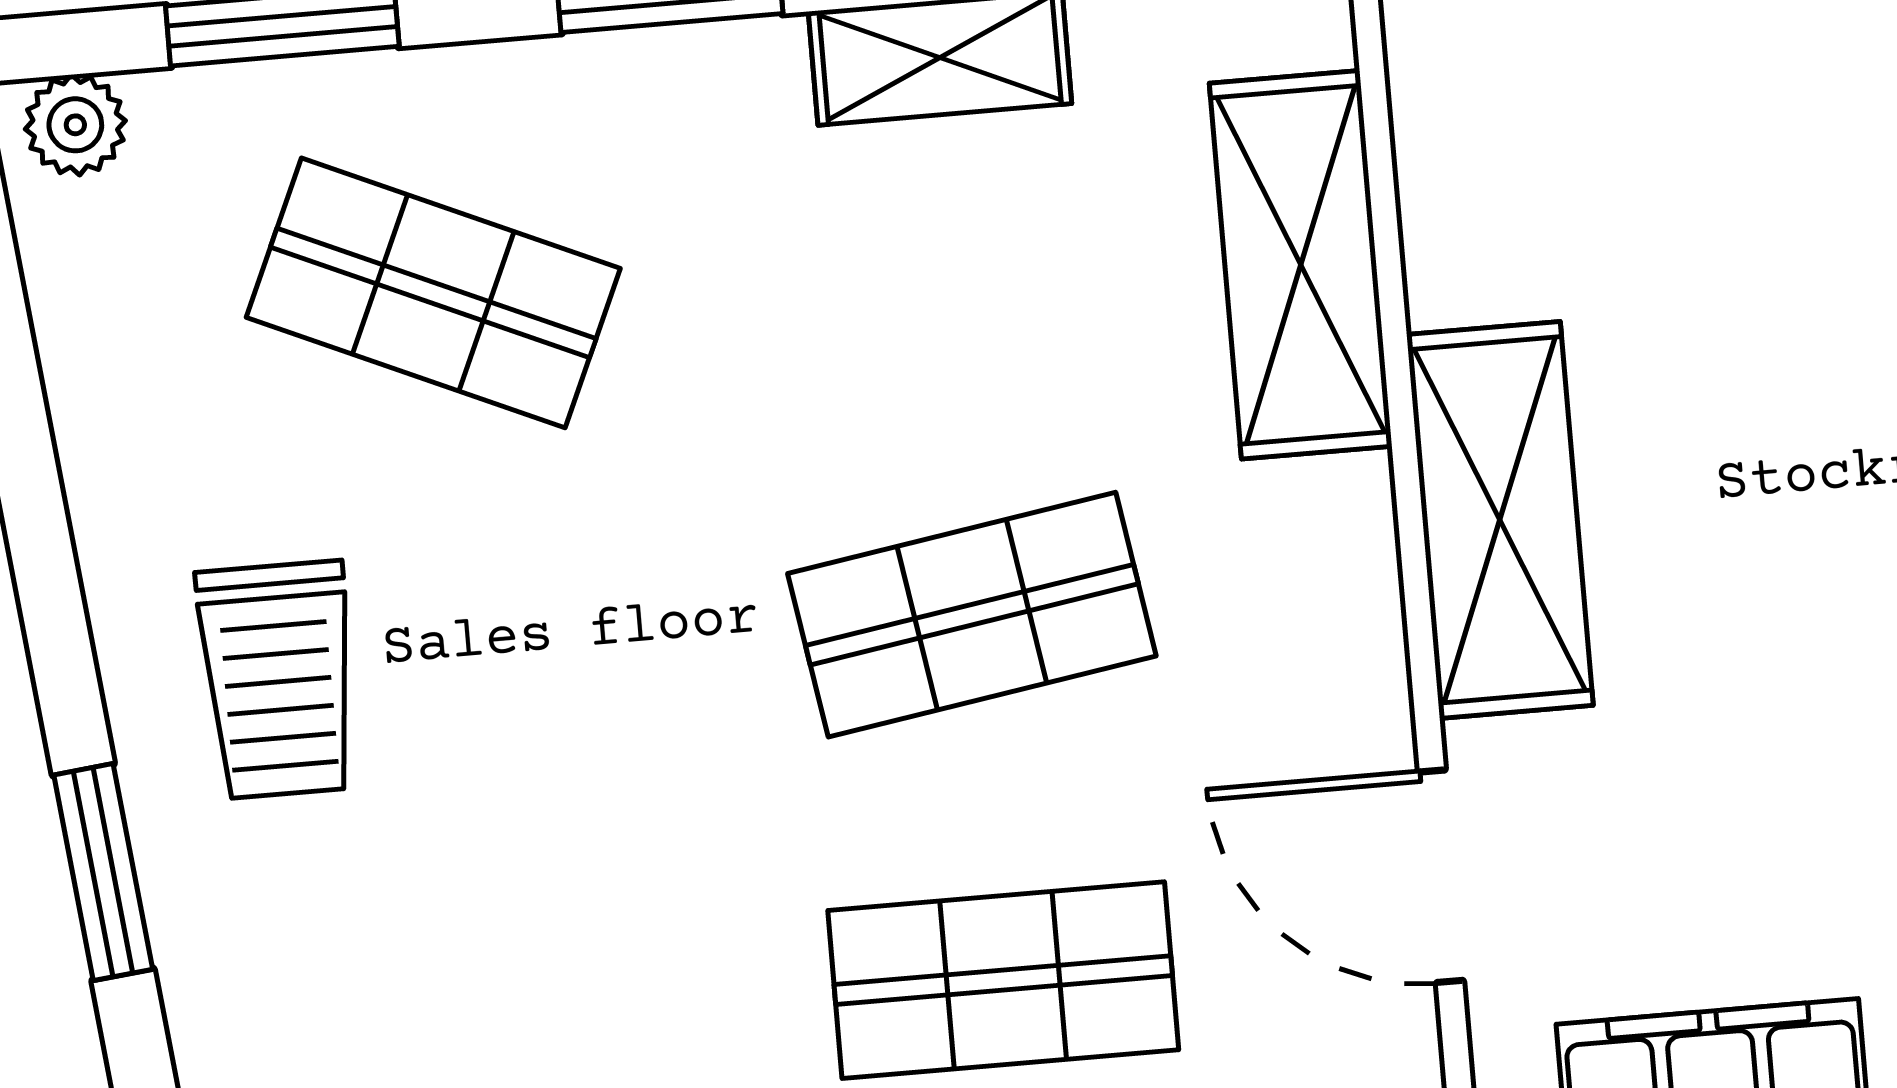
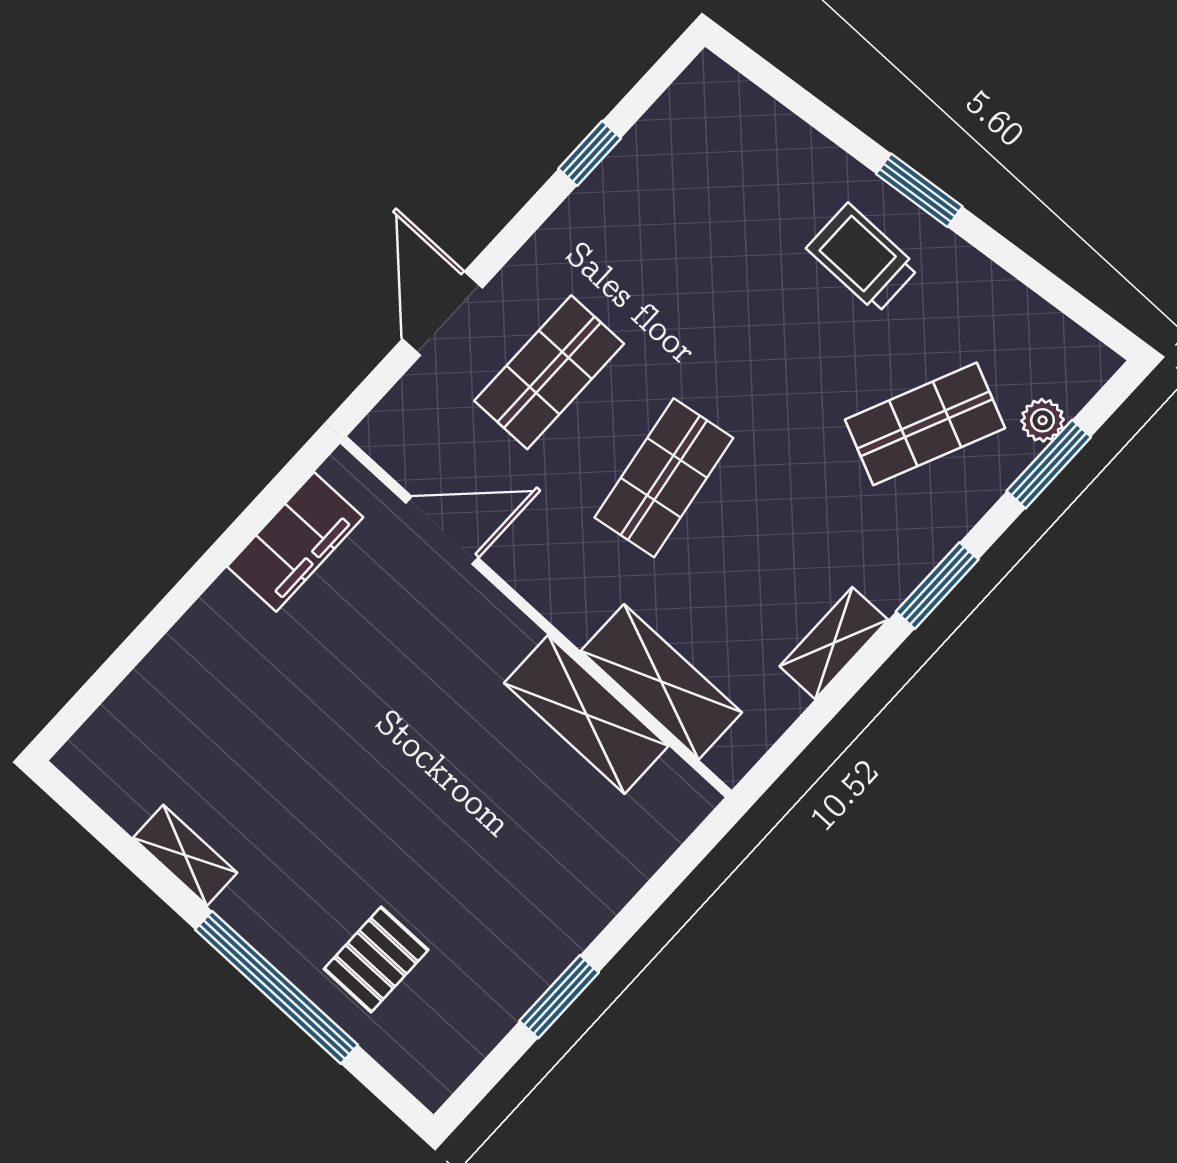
plant: (75, 125) -> (1043, 420), moved
shelving: (1500, 520) -> (586, 715), moved
window: (103, 872) -> (919, 190), moved

